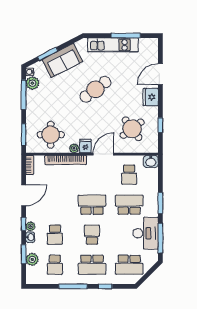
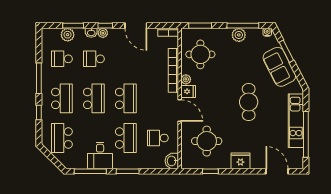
window: (126, 36) -> (306, 134), width x1.46
door: (160, 74) -> (277, 171), moved
plant: (32, 83) -> (239, 35), moved
cafe table: (95, 89) -> (249, 102), turned 37
round table: (132, 129) -> (207, 141), turned 37
desk: (146, 233) -> (100, 155), width x0.73
school desk: (92, 235) -> (94, 98), width x1.85
school desk: (92, 265) -> (62, 98), turned 180

